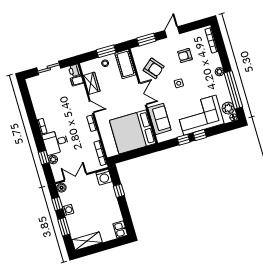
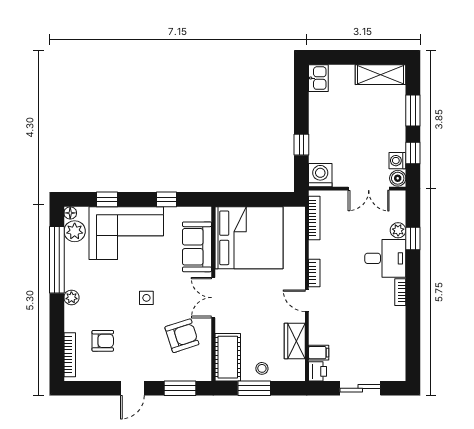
armchair: (185, 56) -> (103, 341), moved
armchair: (154, 68) -> (182, 336), turned 112
window: (200, 135) -> (107, 199), moved
washing machine: (68, 210) -> (397, 161), moved

